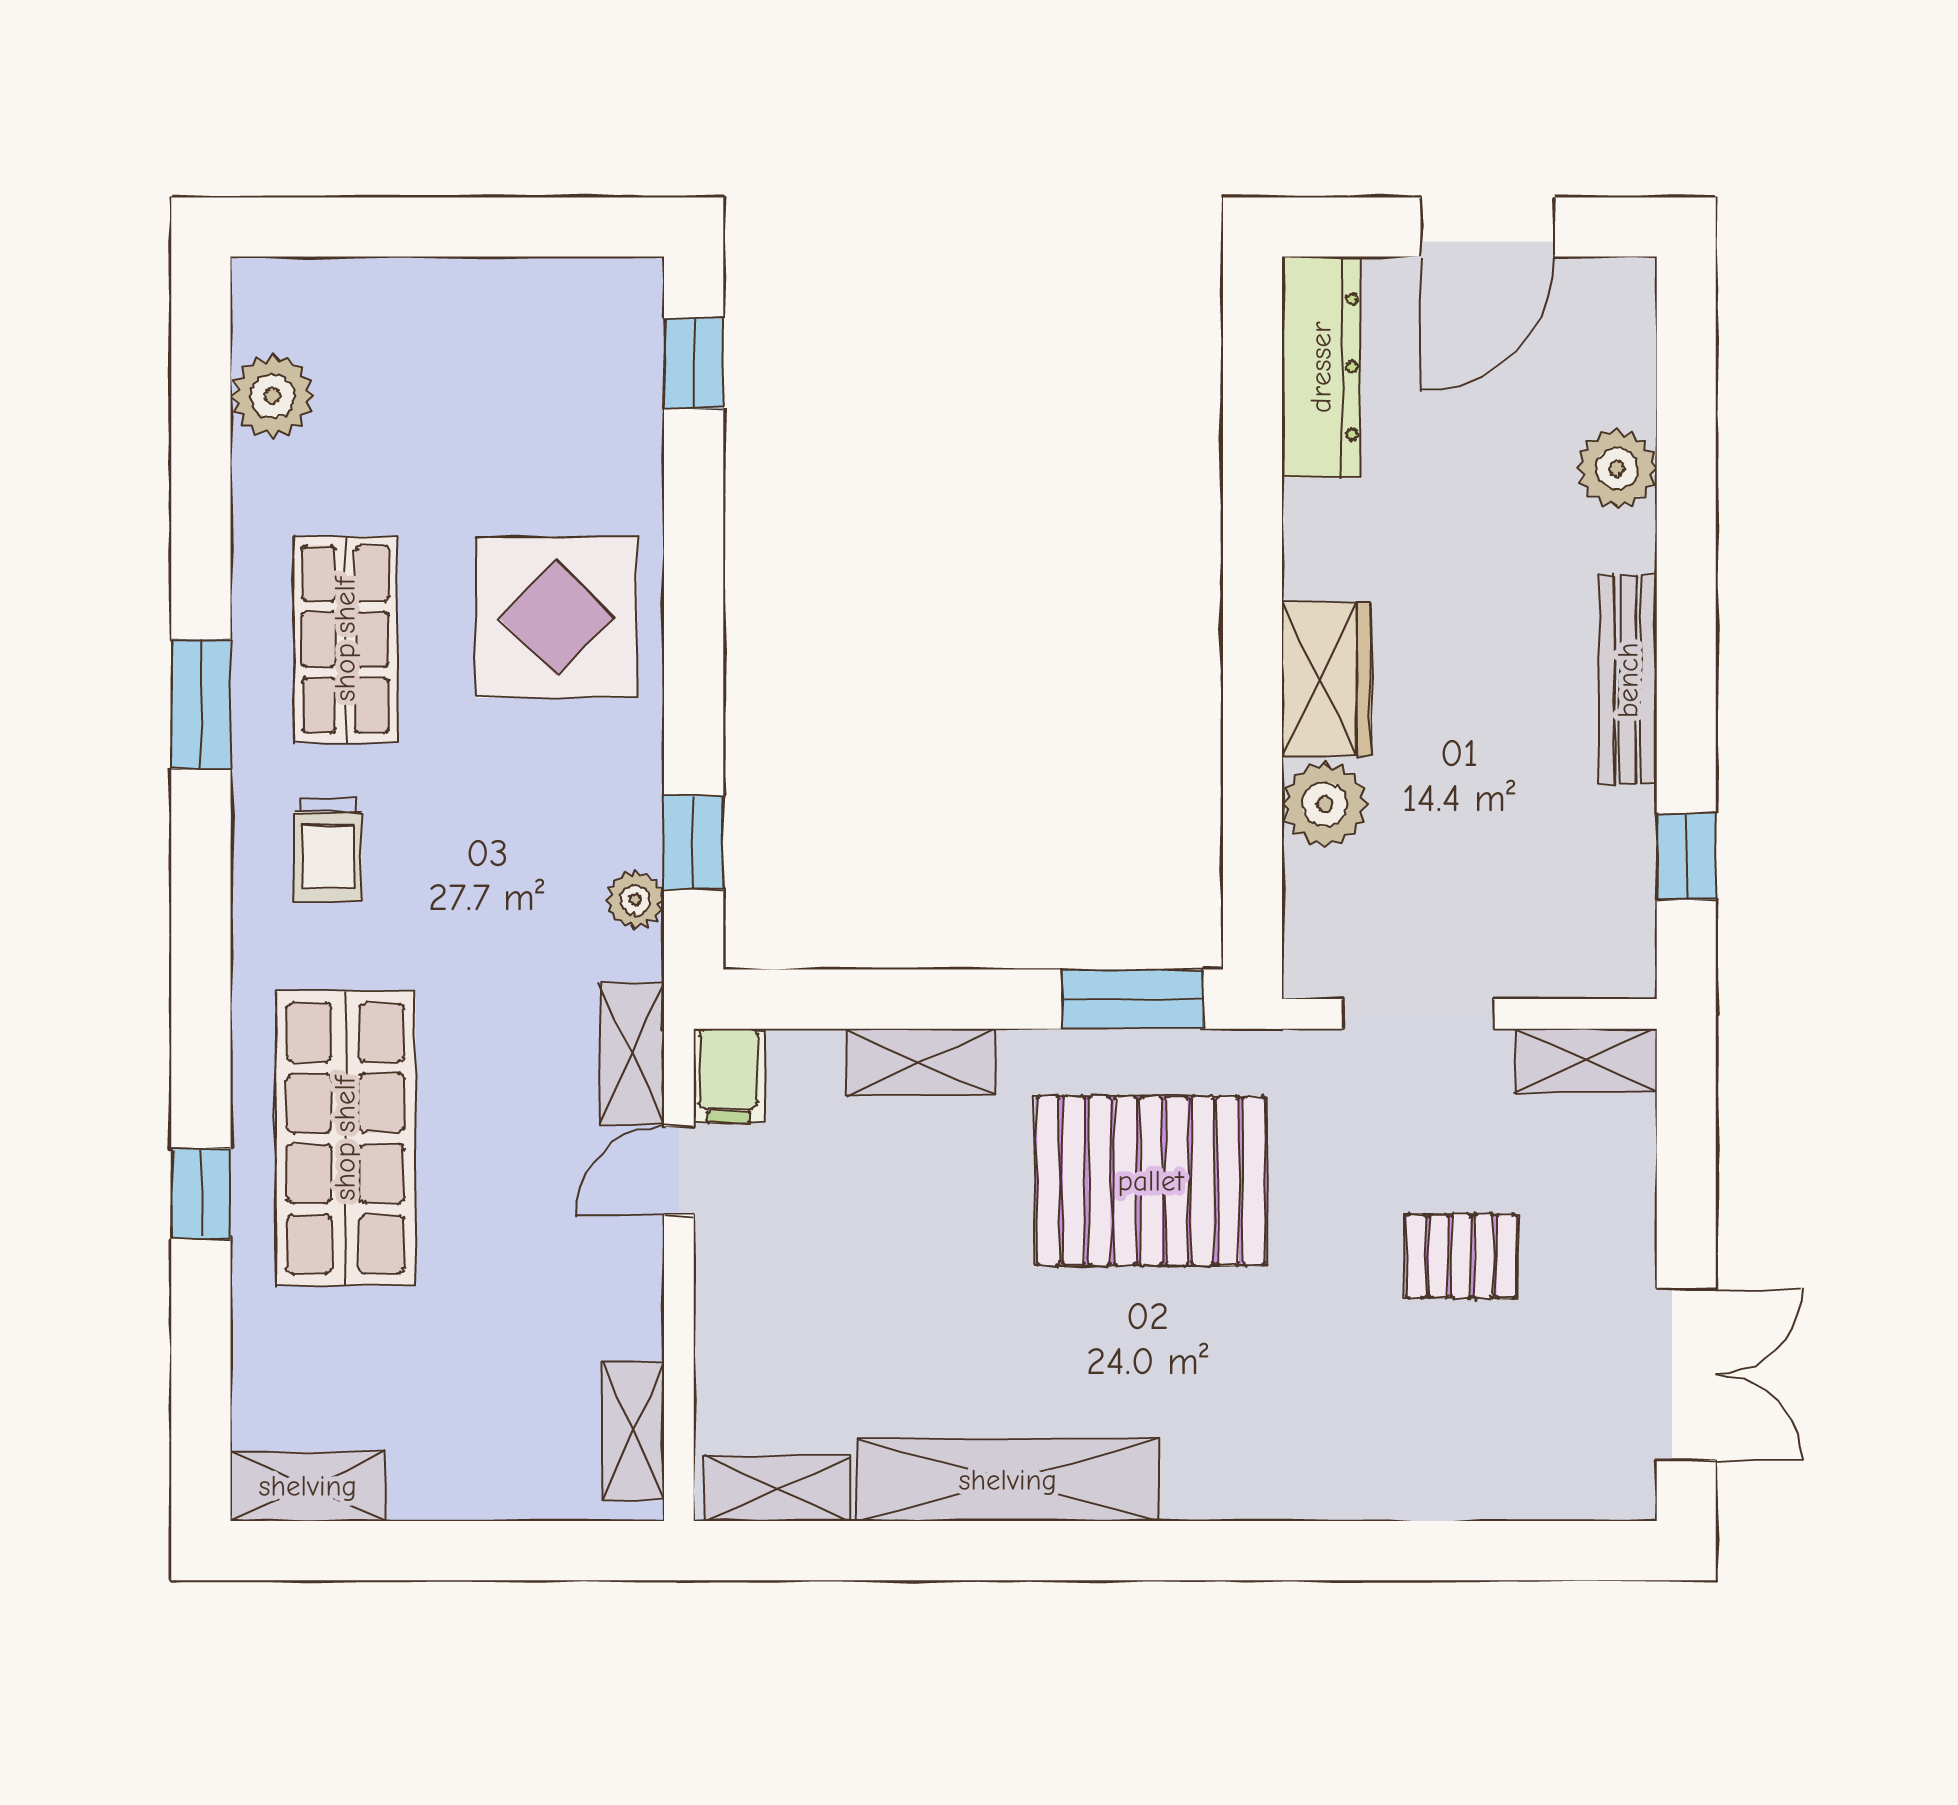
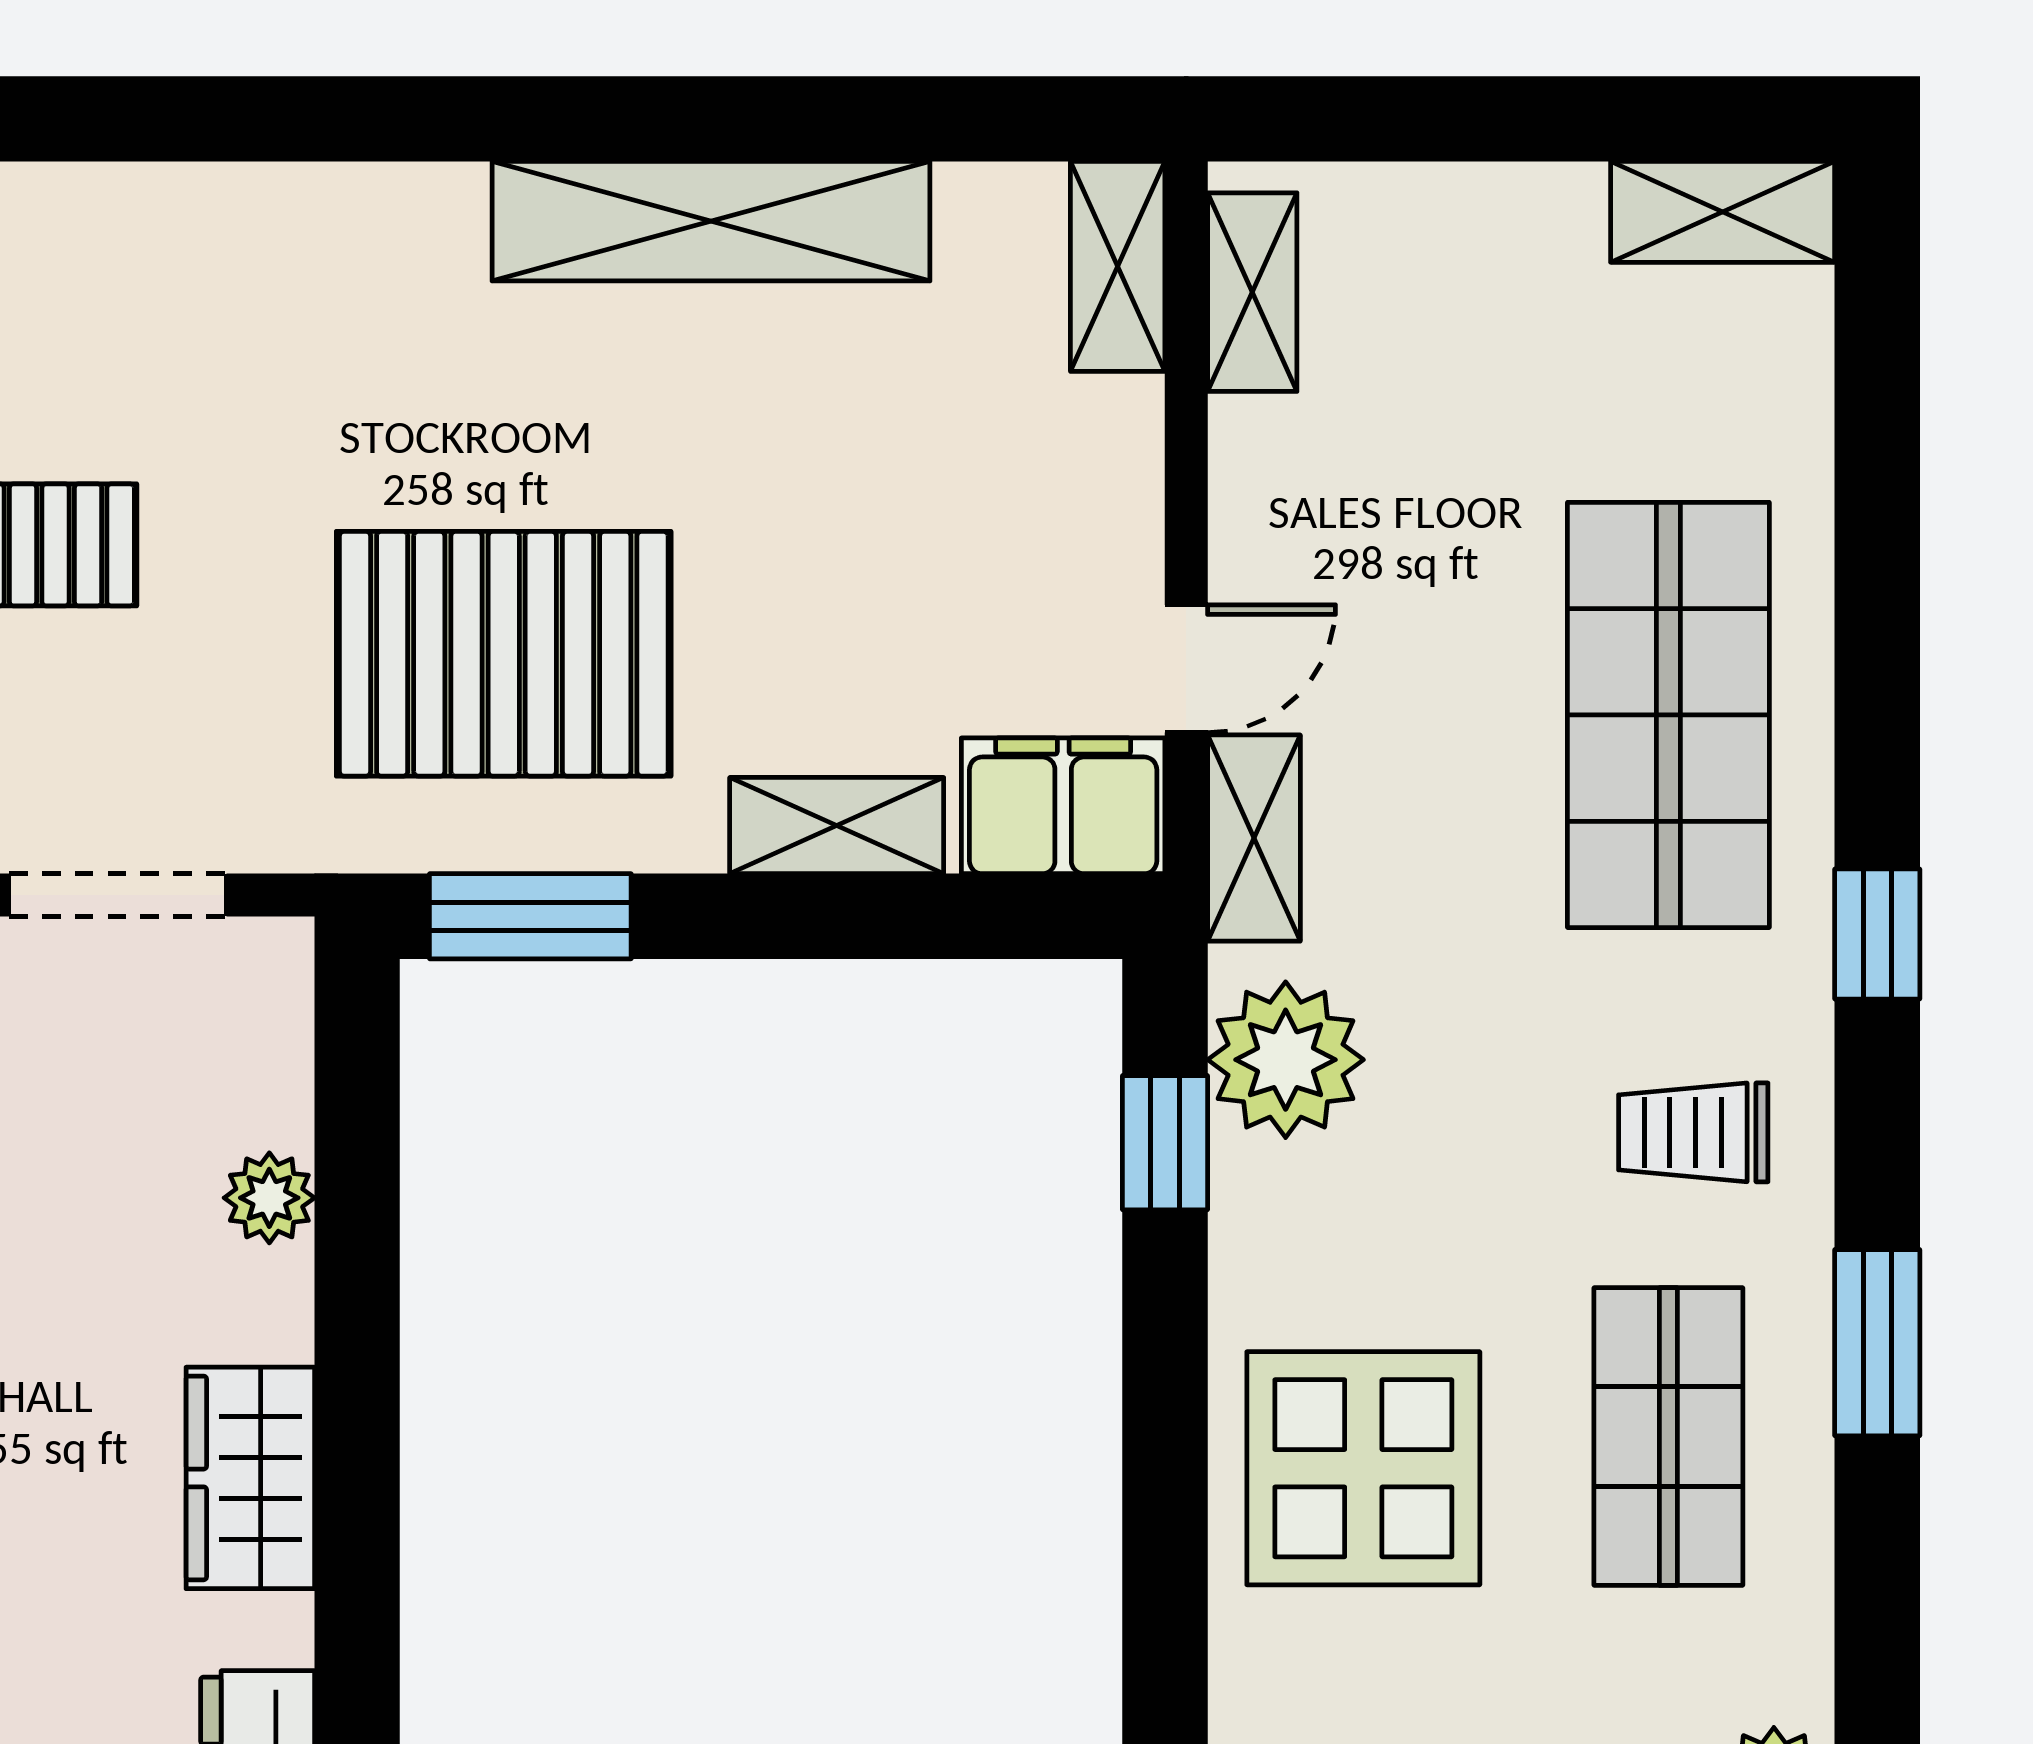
wardrobe: (1326, 679) -> (250, 1478), moved
plant: (1325, 804) -> (269, 1198), width x0.73, depth x0.73
trolley: (328, 850) -> (1693, 1132), turned -90
plant: (635, 900) -> (1286, 1060), width x1.87, depth x1.87
filing cabinet: (729, 1075) -> (1063, 806), width x2.00
window: (201, 1193) -> (1877, 934), moved
shelving: (778, 1489) -> (1118, 266), moved, turned 90

